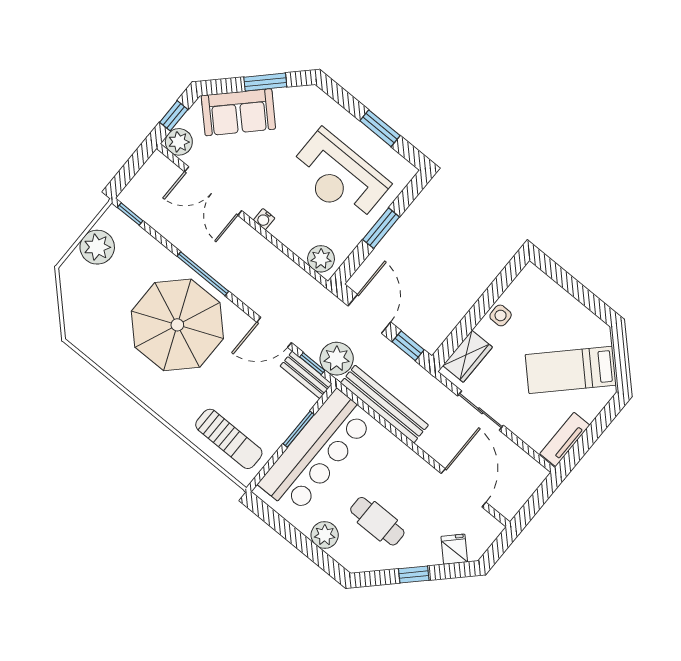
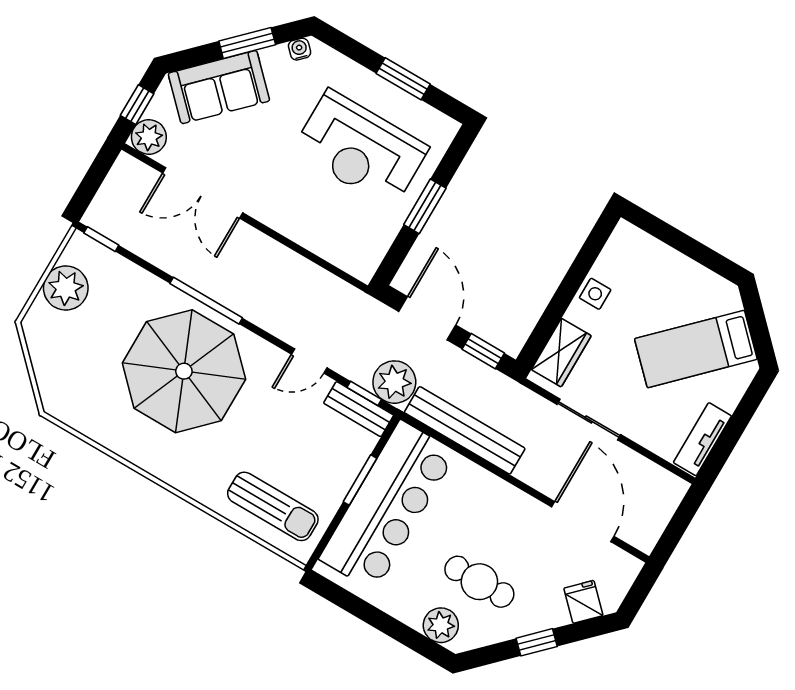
water cooler: (264, 219) -> (300, 49), moved, turned 135
plant: (321, 259) -> (354, 258), removed
door: (274, 332) -> (309, 361), width x0.73
plant: (325, 535) -> (441, 625), moved

